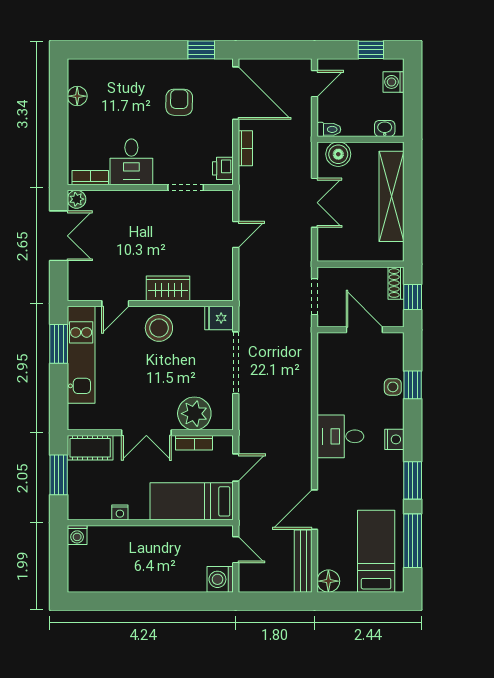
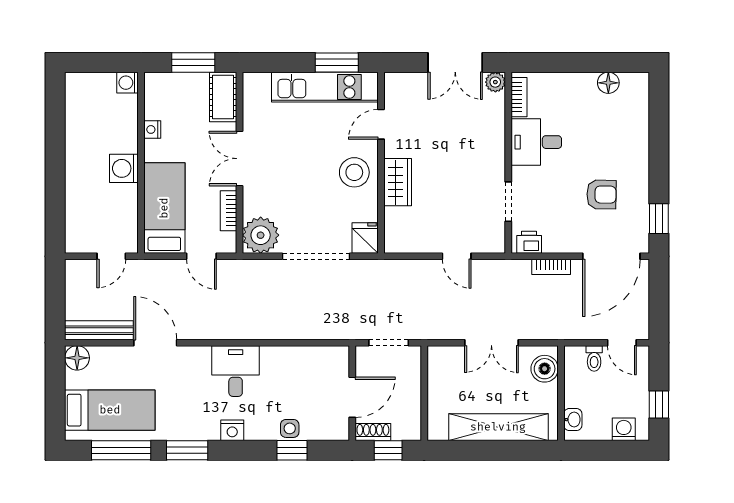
toilet: (329, 129) -> (594, 358), moved
shoe rack: (396, 283) -> (373, 432), moved
door: (115, 304) -> (381, 124), hinge flipped
plant: (194, 414) -> (261, 235), moved
washing machine: (220, 579) -> (124, 168), moved, turned -90

